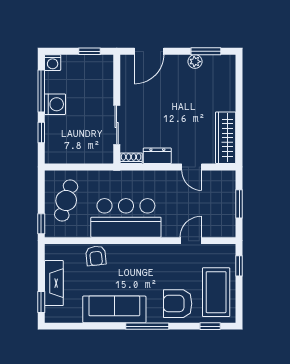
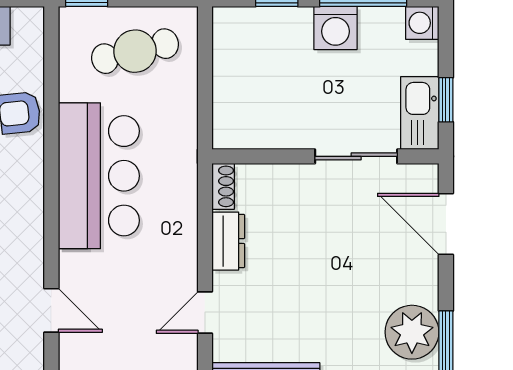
plant: (195, 62) -> (412, 332), width x1.88, depth x1.88
kitchen sink: (96, 64) -> (420, 113), added
sliding door: (117, 125) -> (356, 156), moved
cafe table: (66, 200) -> (135, 51), turned -31

